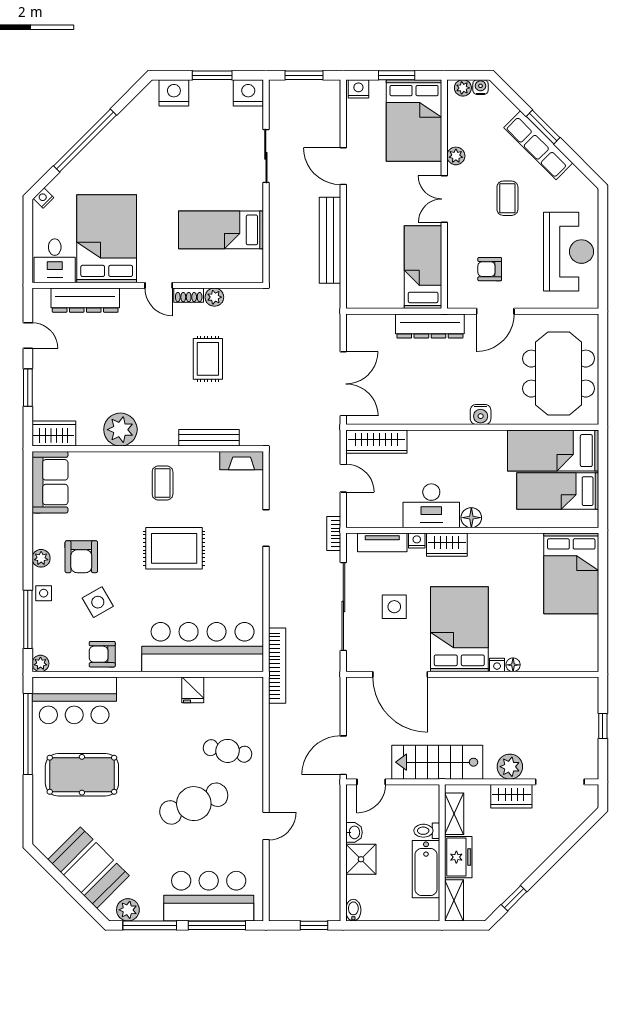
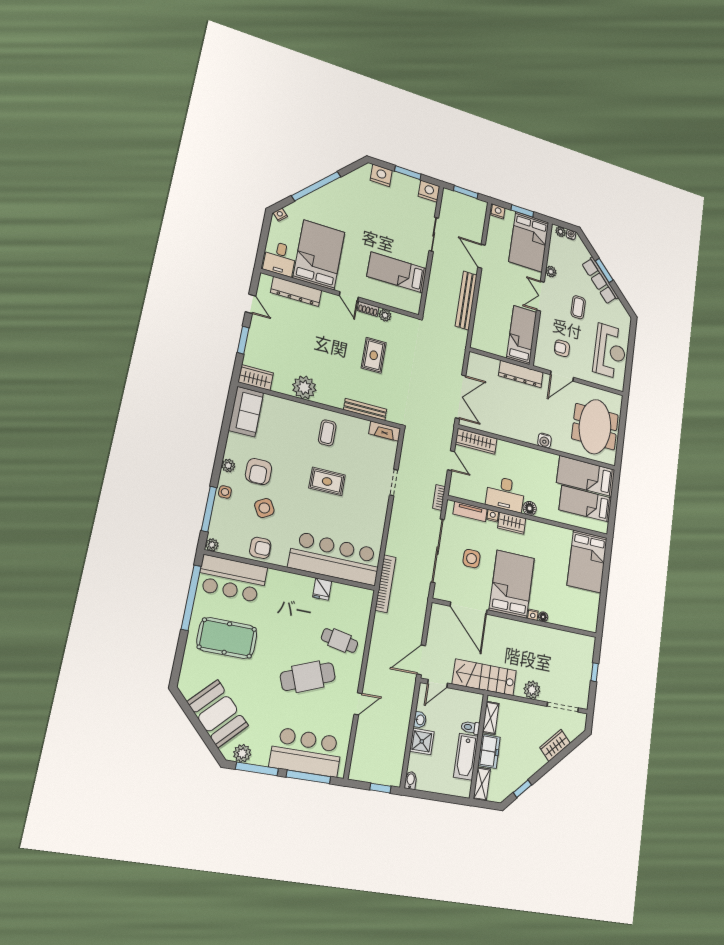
rug: (174, 548) -> (327, 481), width x0.73, depth x0.70
armchair: (102, 654) -> (260, 548), turned 180
wardrobe: (511, 796) -> (555, 745), moved, turned 135

